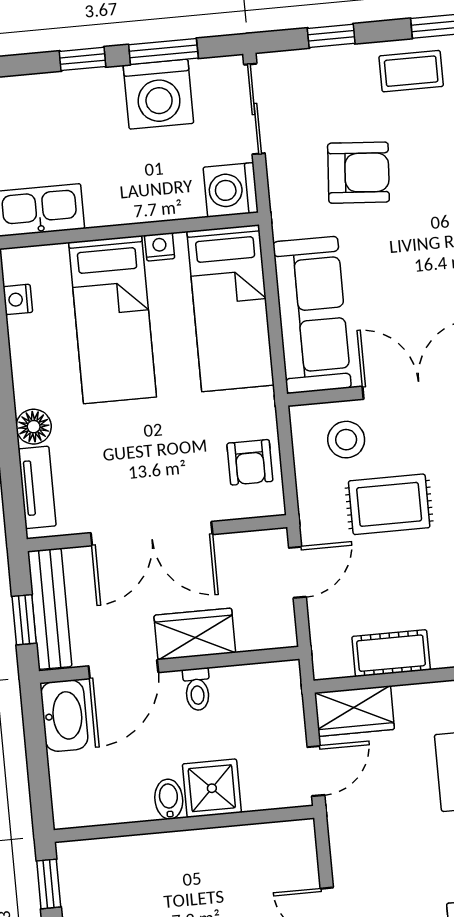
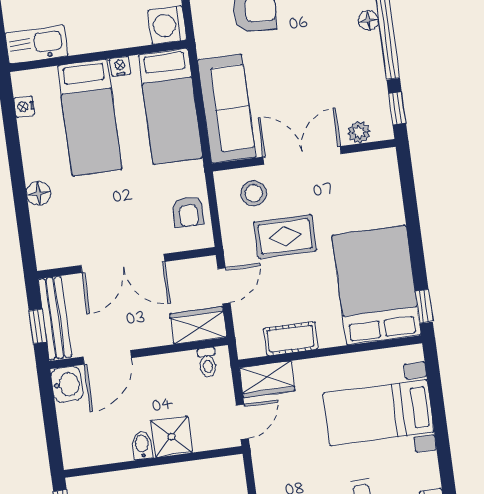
tv unit: (37, 487) -> (43, 235), removed
wardrobe: (195, 634) -> (198, 325), moved
toilet: (197, 689) -> (207, 362), moved
washbasin: (64, 716) -> (67, 384), width x0.72

